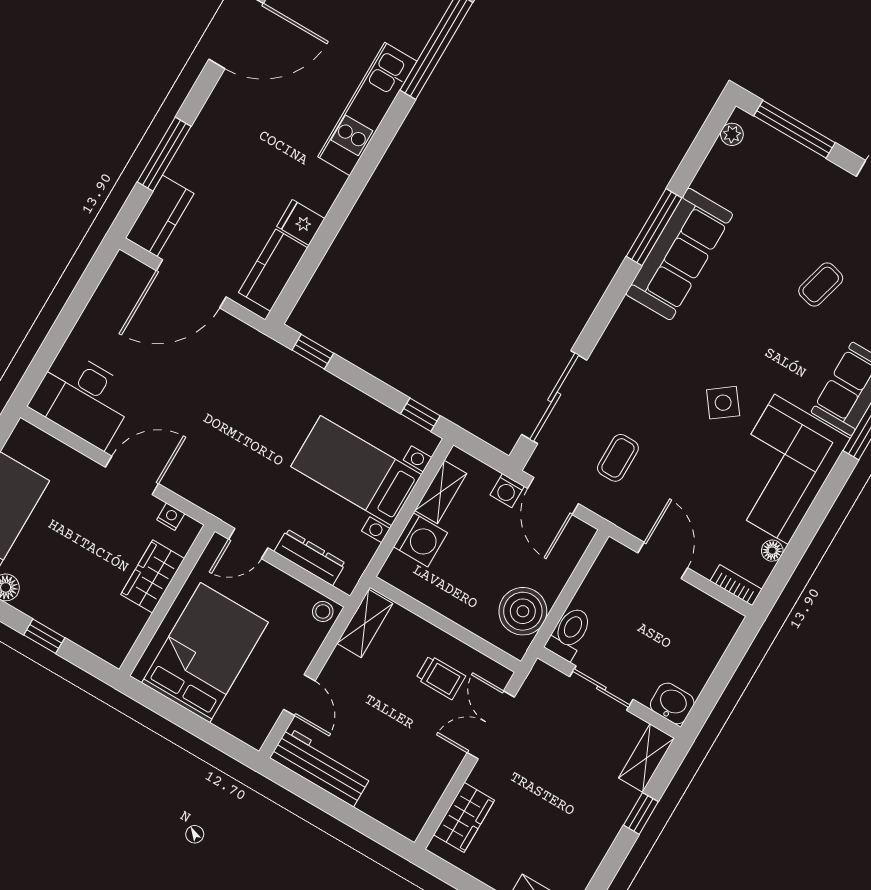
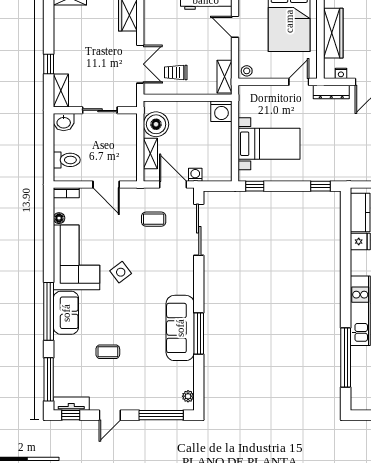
coffee table: (821, 285) -> (108, 352), turned 75
coffee table: (618, 458) -> (154, 219), turned 90
shelving: (441, 492) -> (150, 153), moved
washing machine: (420, 540) -> (221, 111), moved, turned -90
dresser: (310, 557) -> (331, 92), moved
wardrobe: (153, 576) -> (333, 33), width x1.50
toilet: (569, 633) -> (67, 160), moved, turned -90

